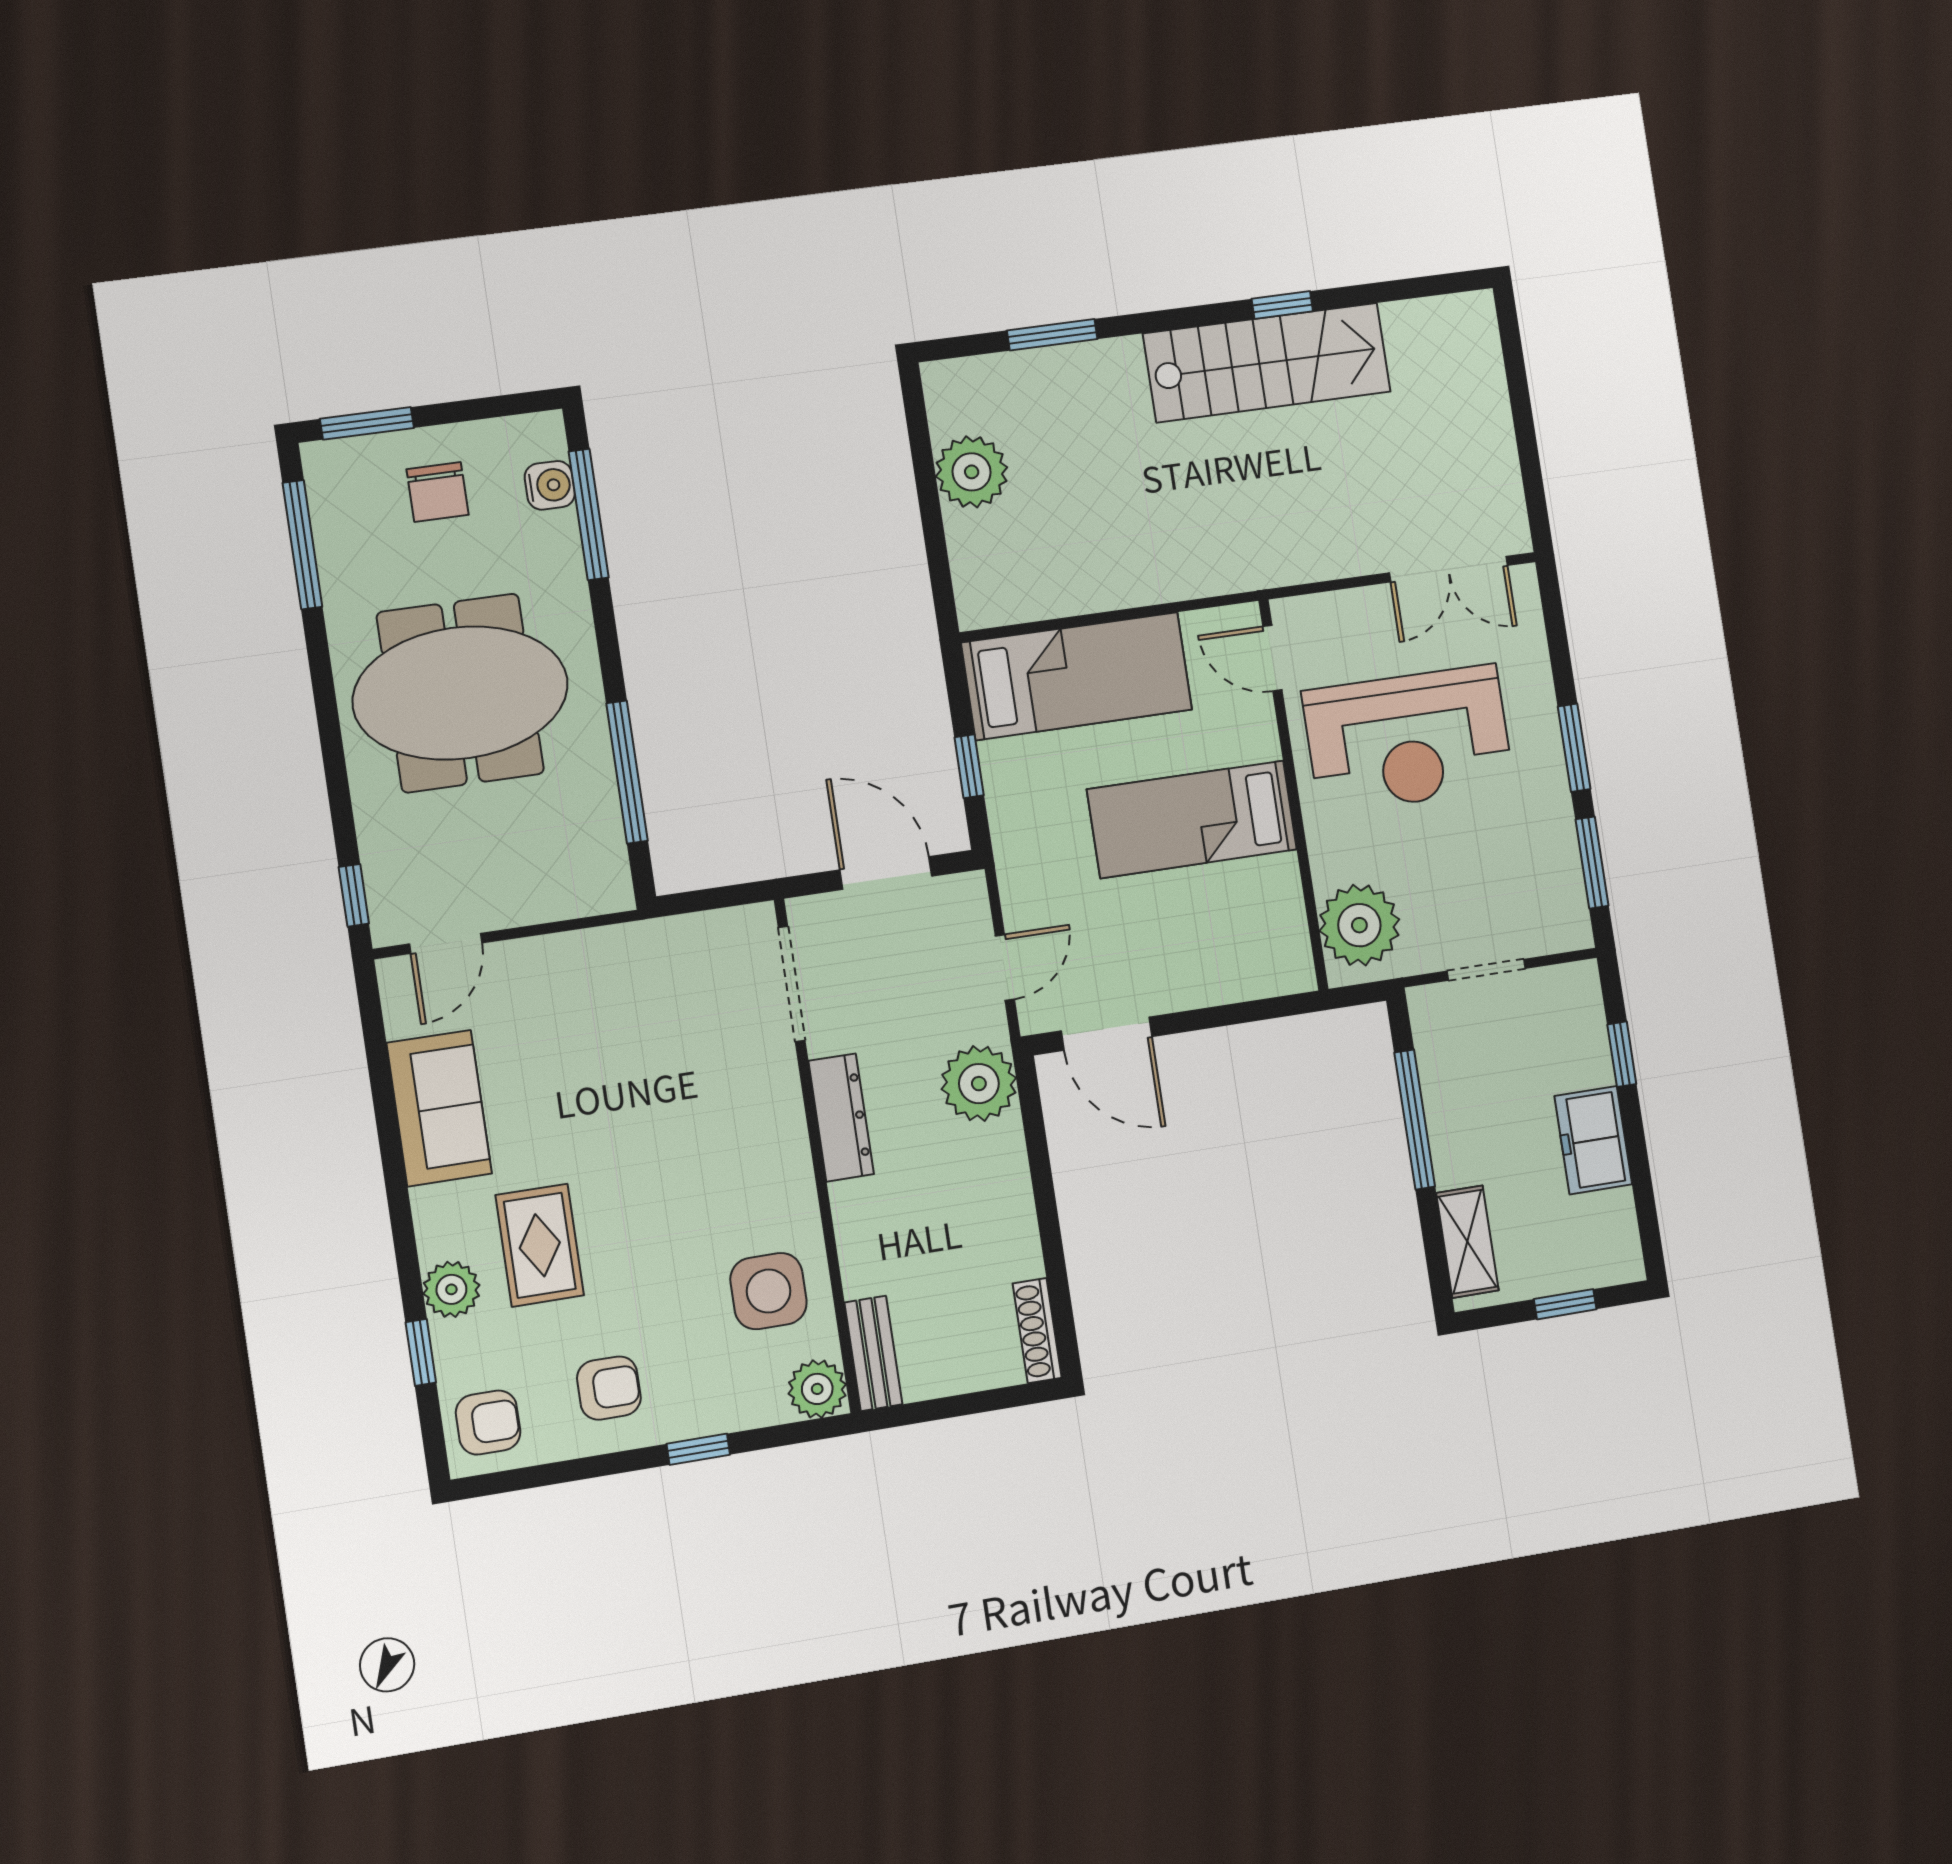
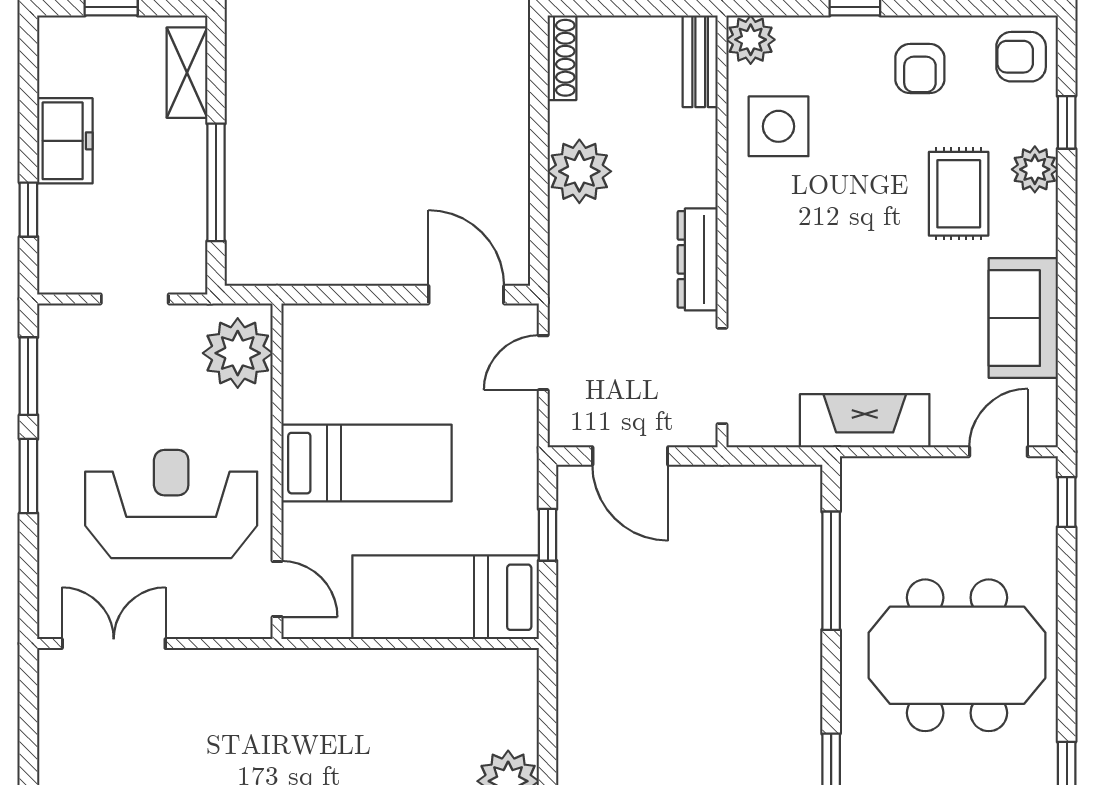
fireplace: (613, 956) -> (865, 421), added
plant: (979, 1084) -> (579, 171), moved
armchair: (609, 1388) -> (920, 69), turned -90

